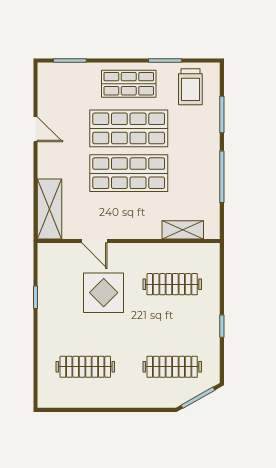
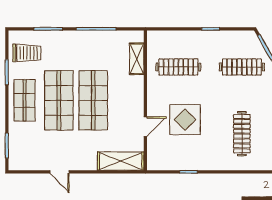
door: (36, 129) -> (60, 172), swing flipped
clothes rail: (172, 284) -> (178, 67), turned 90
clothes rail: (172, 367) -> (242, 67), turned 90

